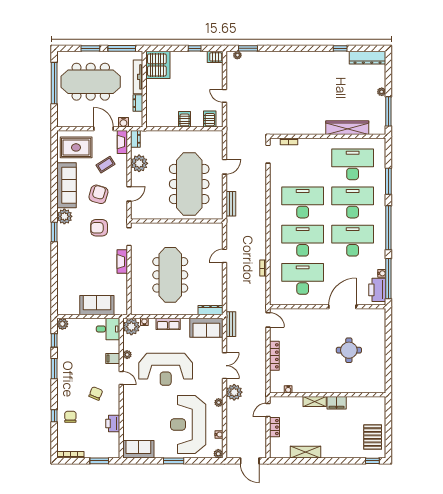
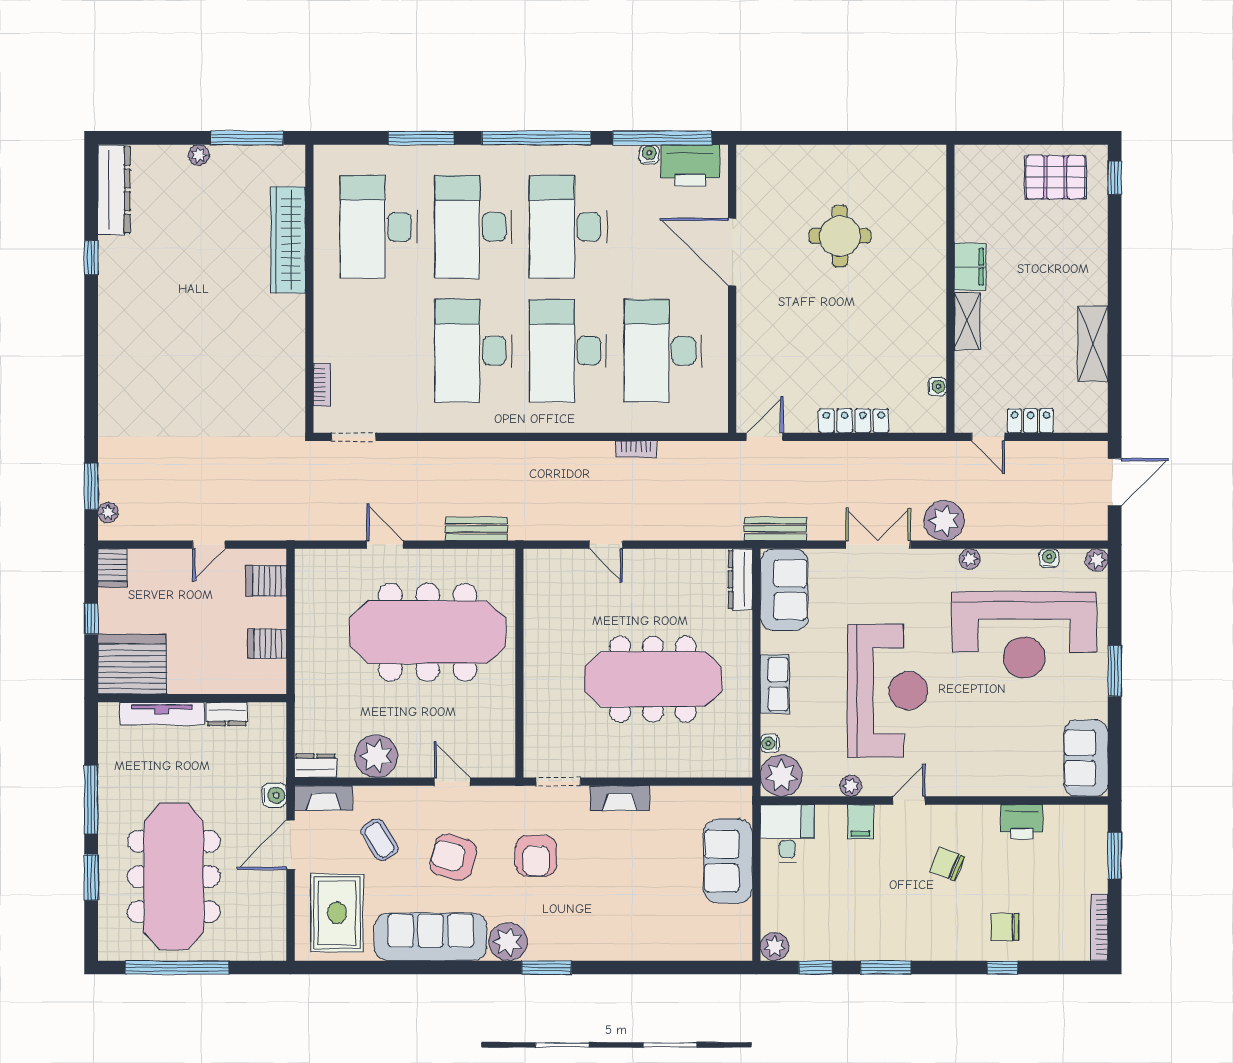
server rack: (158, 65) -> (132, 664), moved
tv unit: (138, 77) -> (162, 714), moved
wall: (144, 89) -> (192, 698), moved
dresser: (138, 103) -> (227, 714), moved

